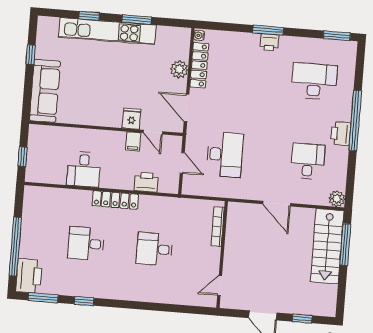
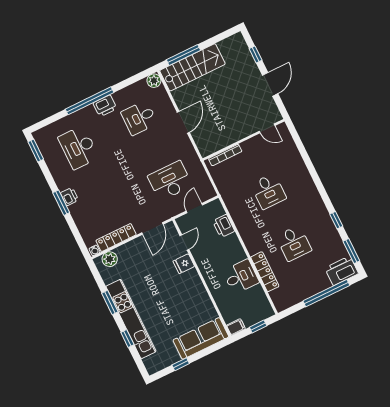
plant: (179, 69) -> (110, 259), moved
filing cabinet: (133, 142) -> (236, 327), moved
locker: (115, 200) -> (265, 272), moved

